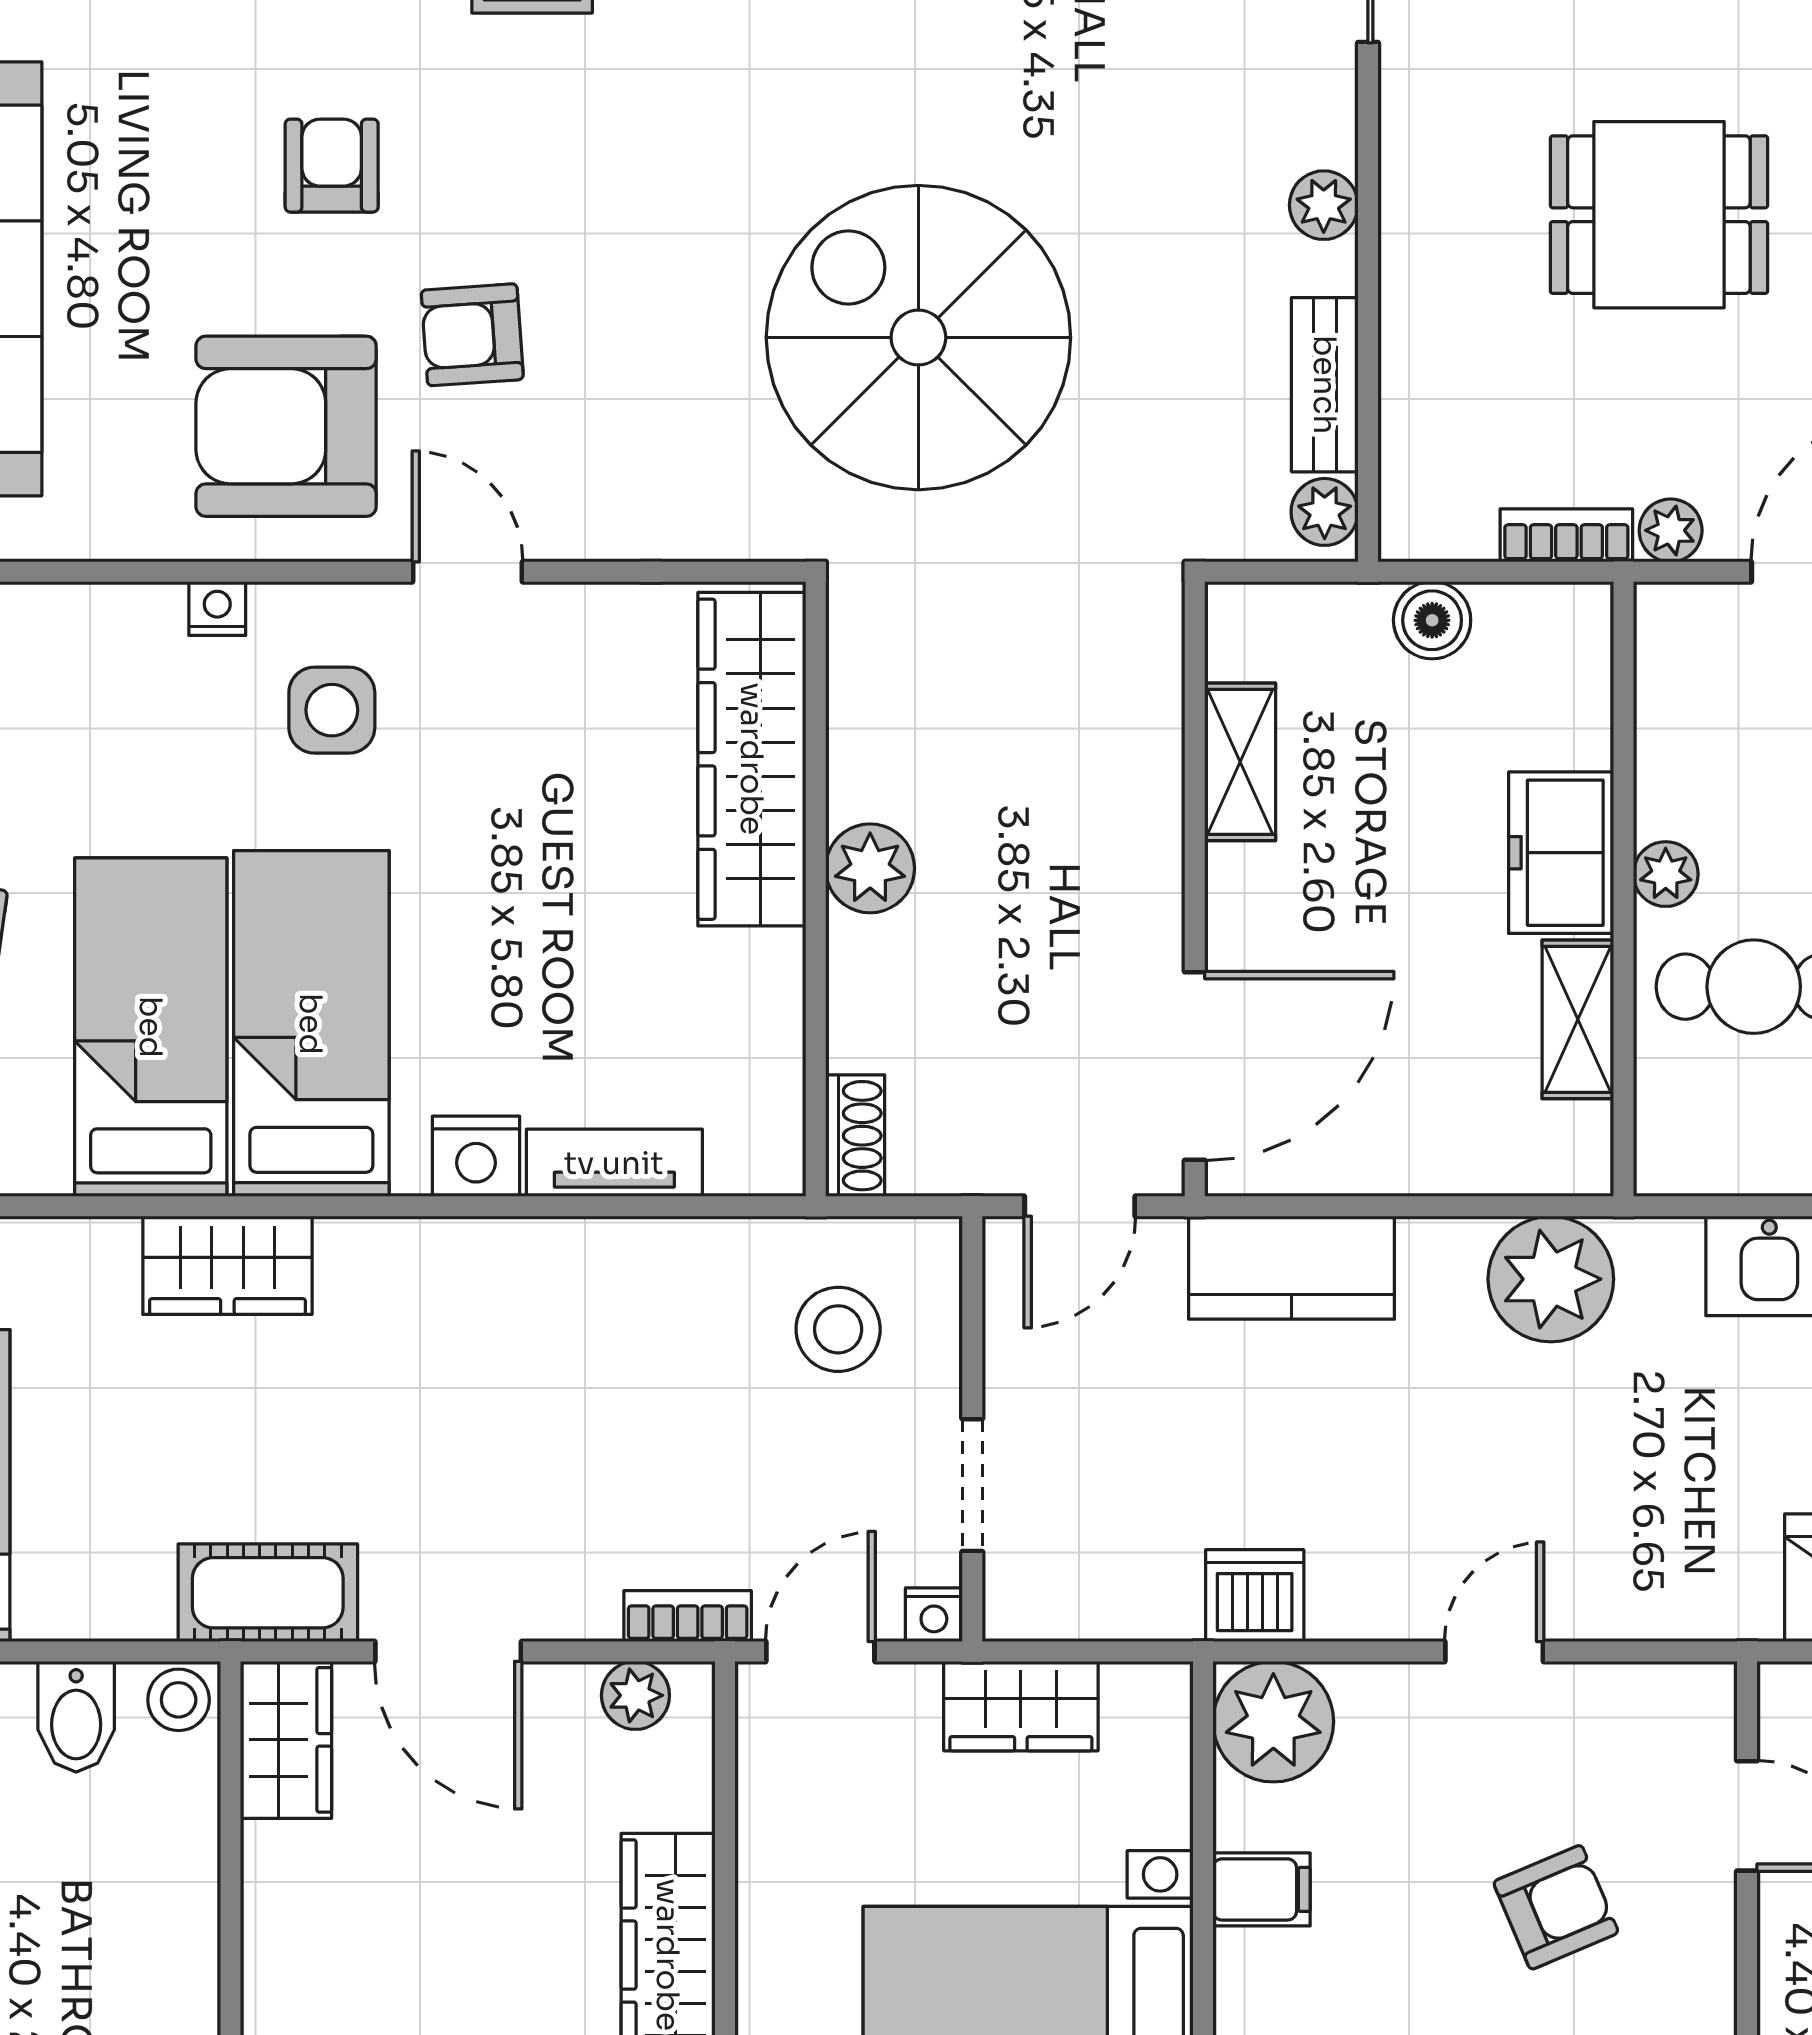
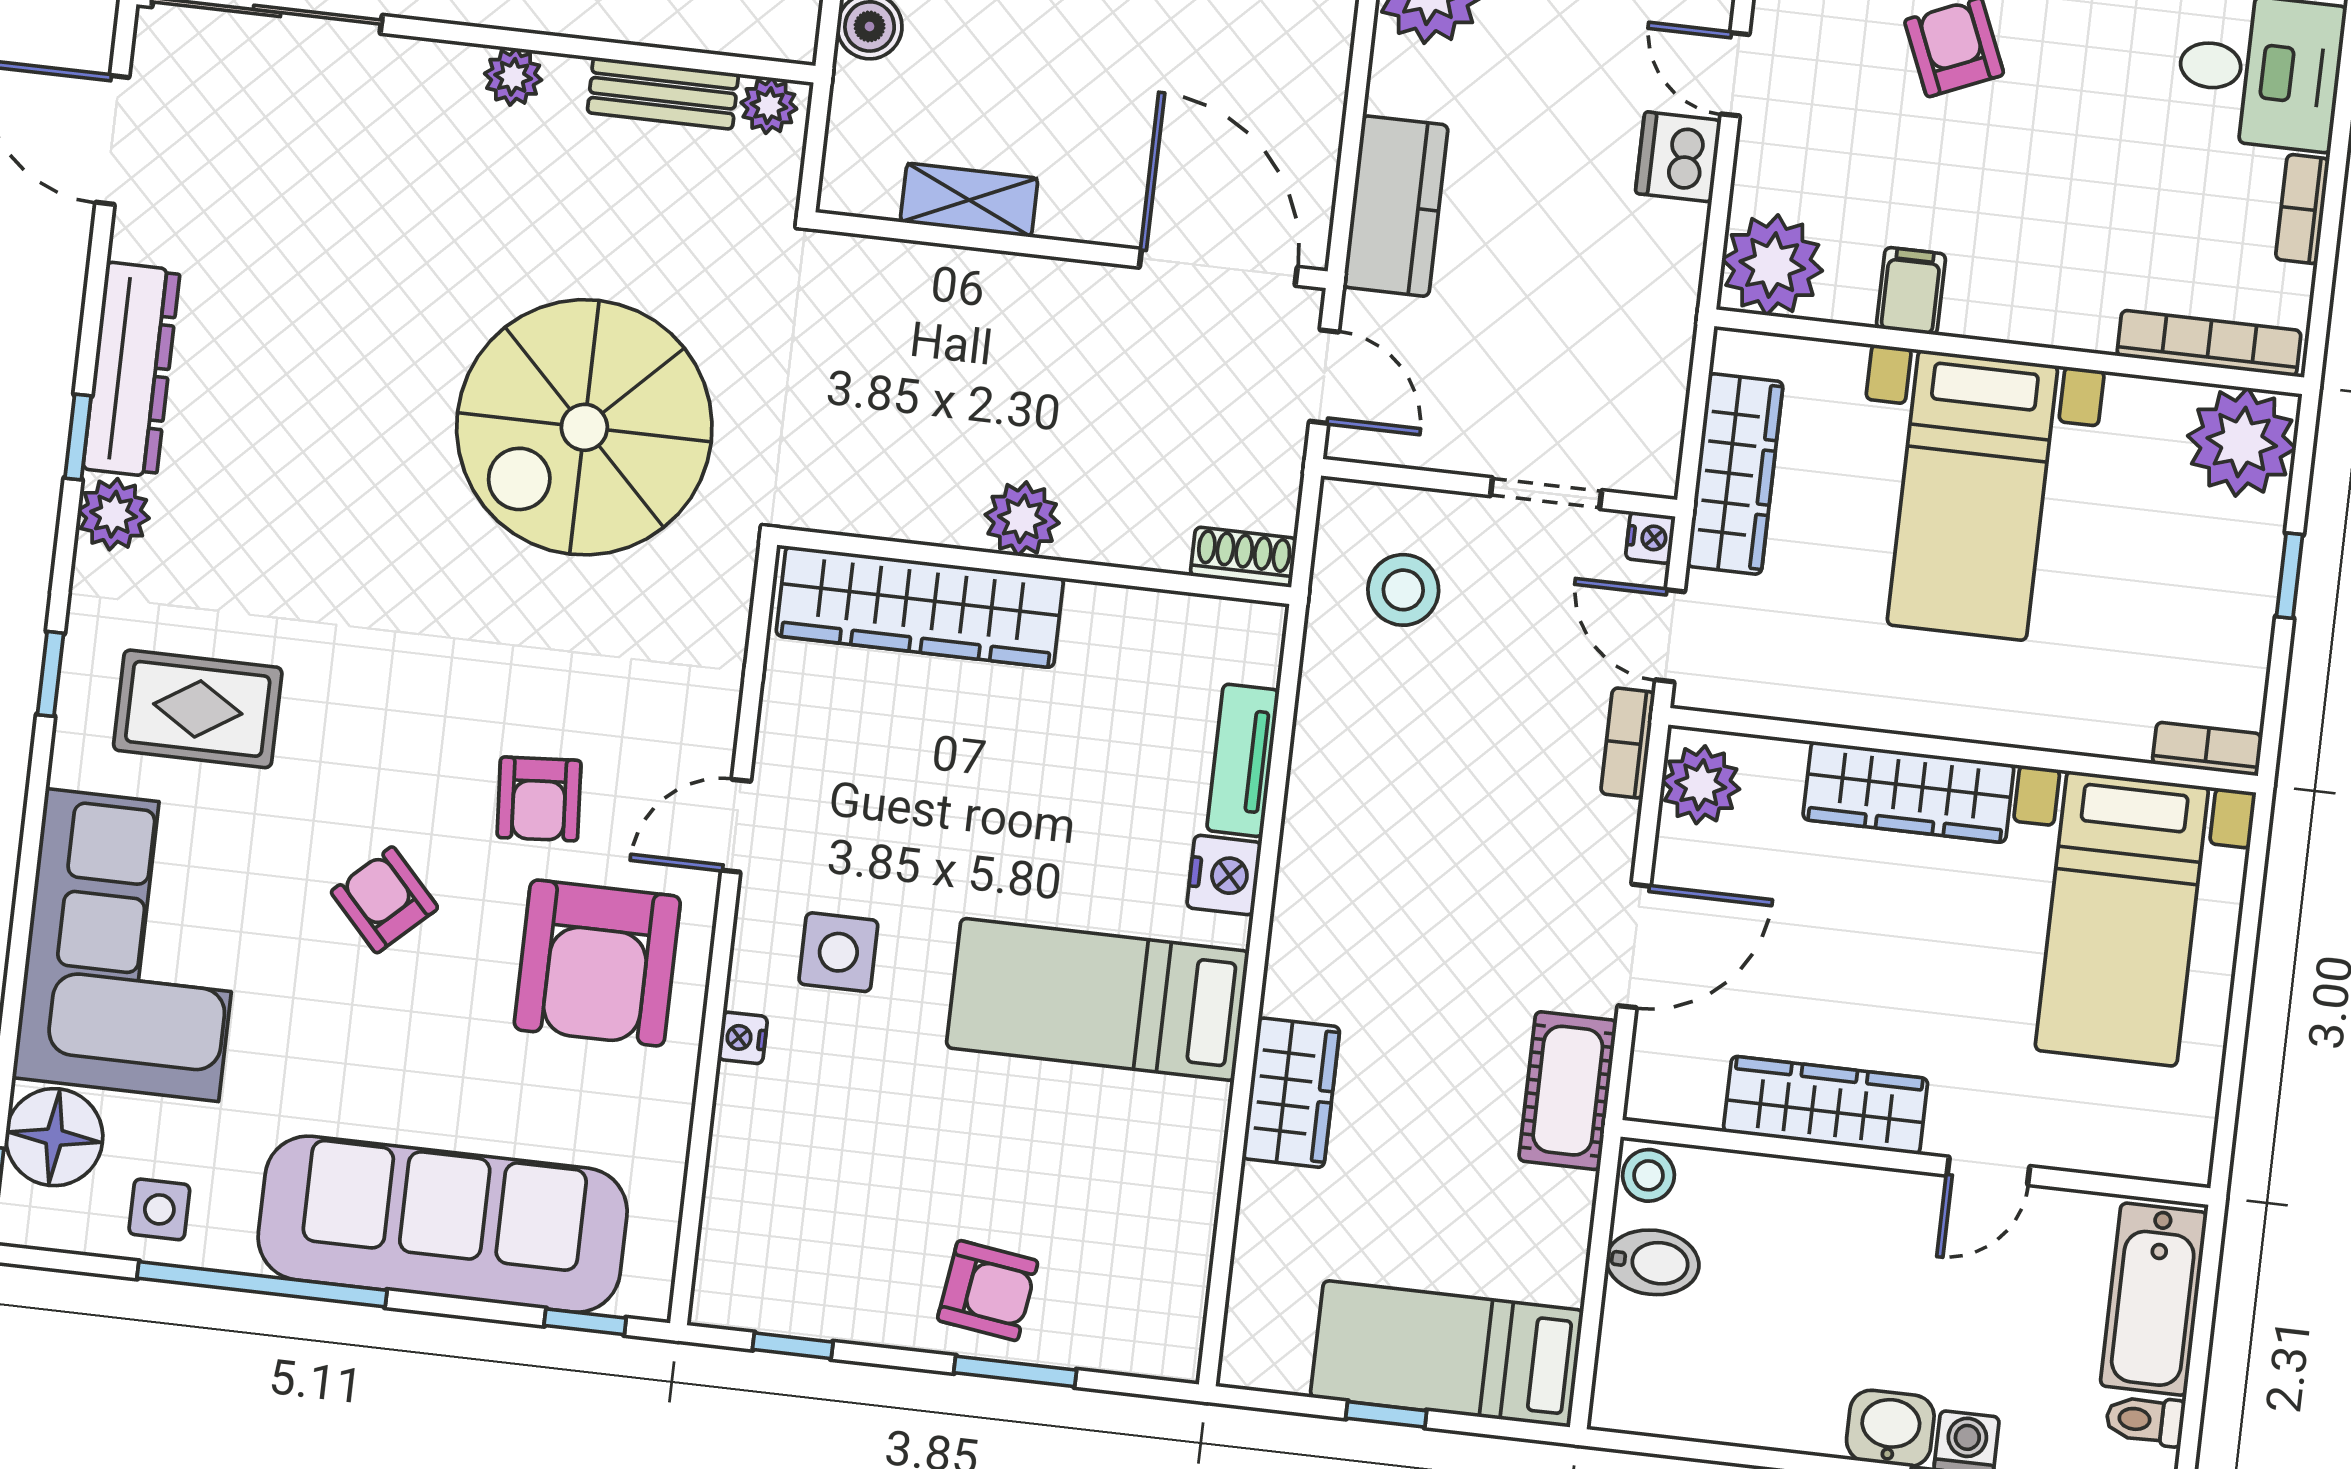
armchair: (332, 166) -> (384, 900), turned 47
bed: (151, 1027) -> (1085, 1134), removed
dishwasher: (1255, 1596) -> (1678, 157), moved
plant: (635, 1695) -> (1701, 785), width x1.38, depth x1.38
wardrobe: (1021, 1706) -> (1735, 474), width x1.50
wardrobe: (286, 1740) -> (1826, 1105), moved, width x1.50

